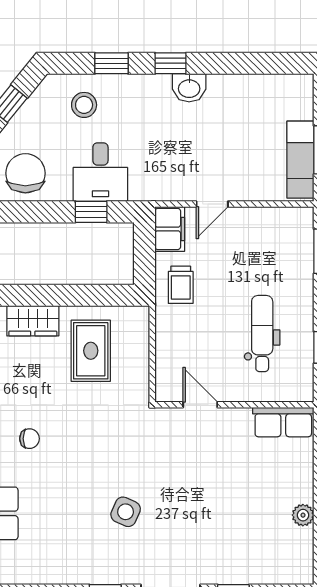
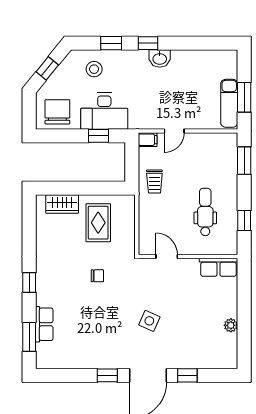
desk: (100, 172) -> (104, 111), width x1.37
filing cabinet: (170, 229) -> (148, 140), width x0.50
chair: (29, 439) -> (97, 276), moved
side table: (126, 512) -> (149, 321), moved

